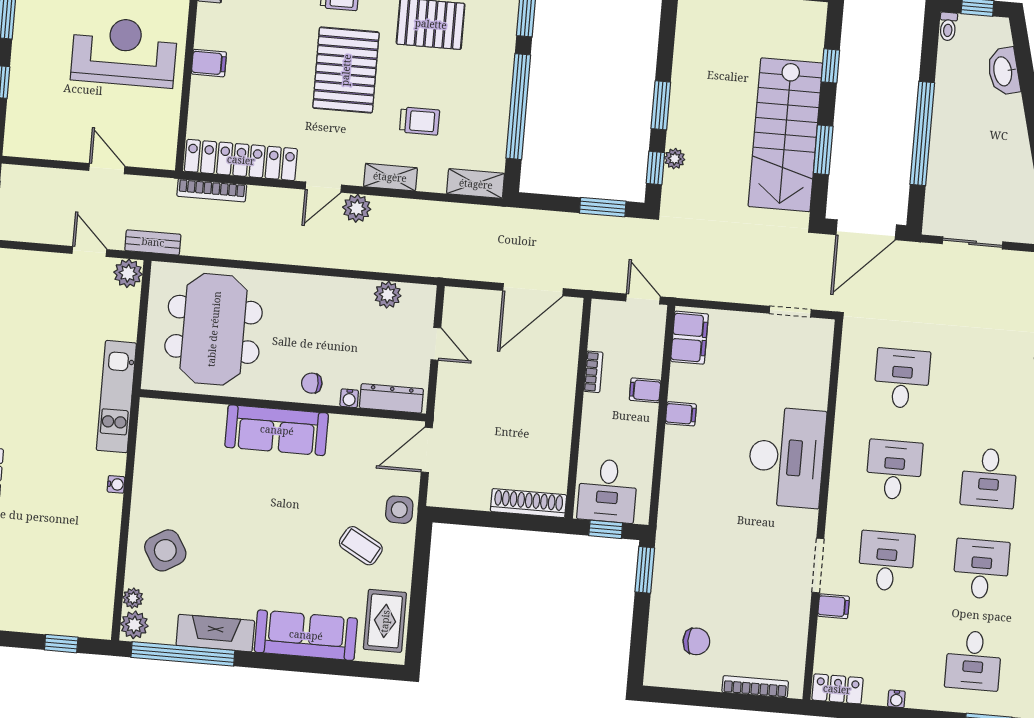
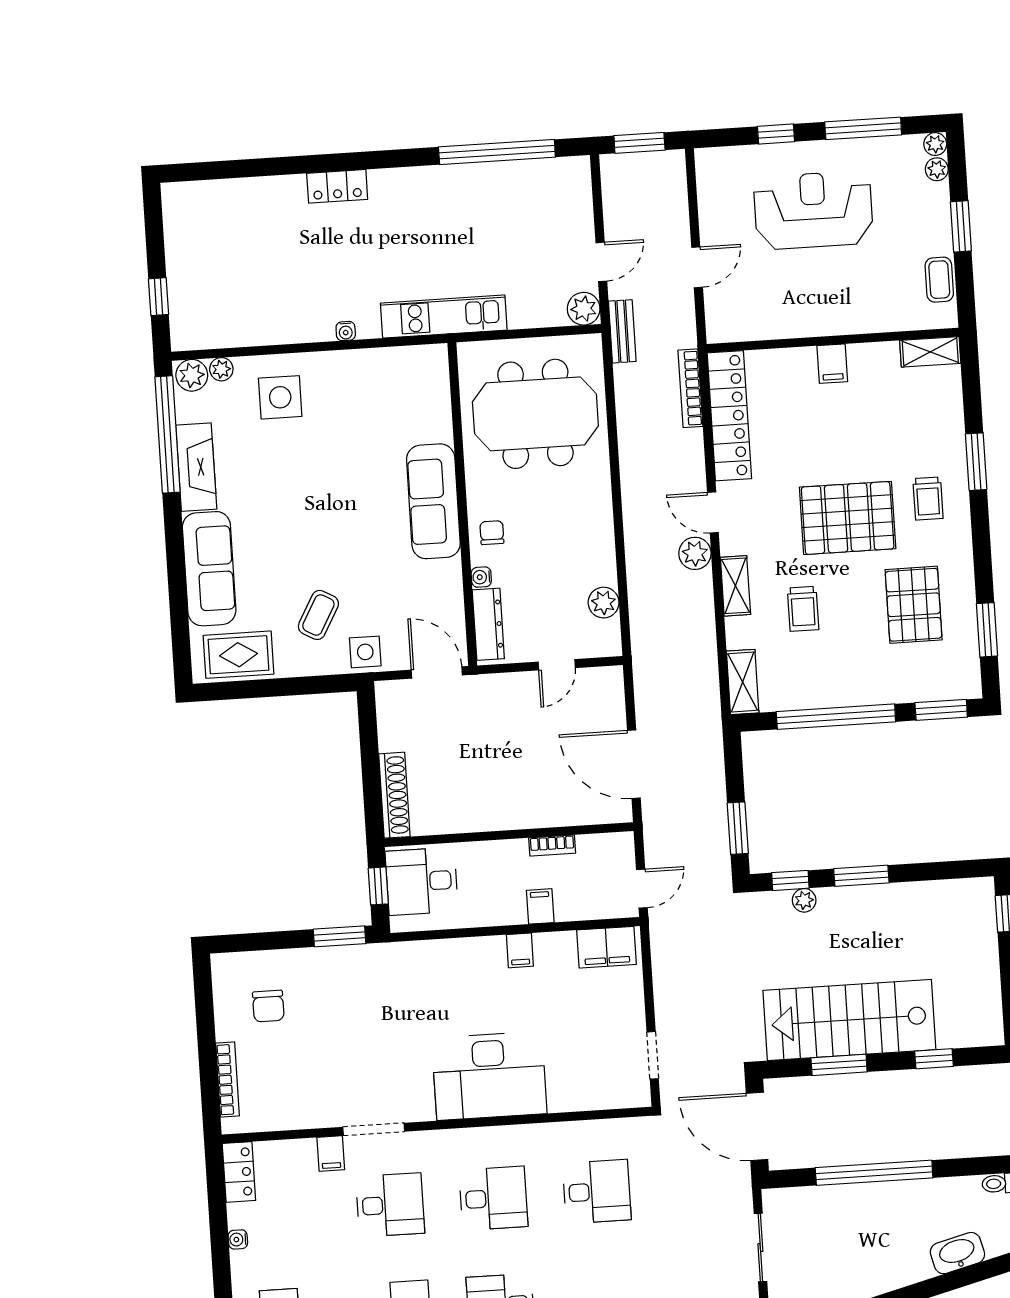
reception desk: (124, 52) -> (813, 210), moved, turned -90
side table: (165, 550) -> (280, 397), turned 31

